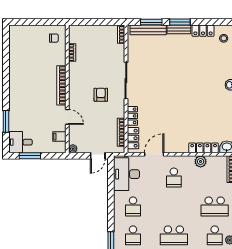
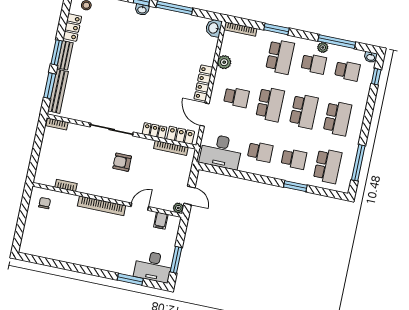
desk: (20, 142) -> (153, 266), width x1.37
locker: (204, 148) -> (203, 83), moved
door: (98, 156) -> (189, 195), moved
school desk: (174, 206) -> (270, 104), added

